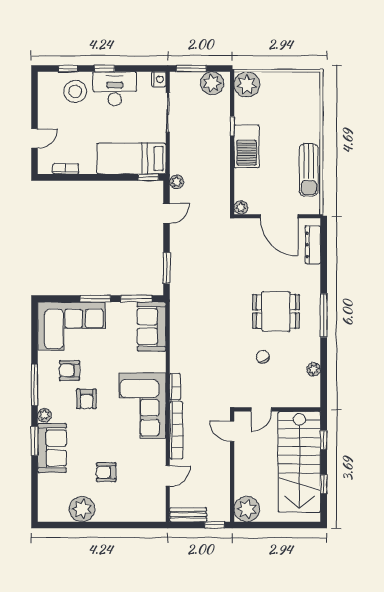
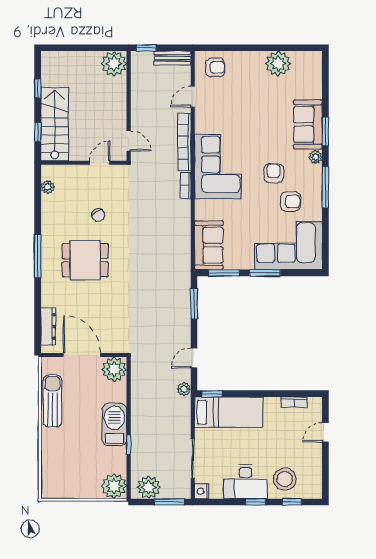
plant: (241, 208) -> (114, 369), width x1.87, depth x1.87
plant: (314, 369) -> (48, 187), moved
stairs: (299, 462) -> (55, 124), width x0.73, depth x0.66
armchair: (106, 472) -> (215, 67), moved

